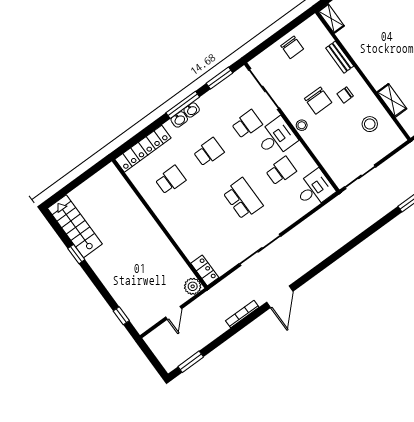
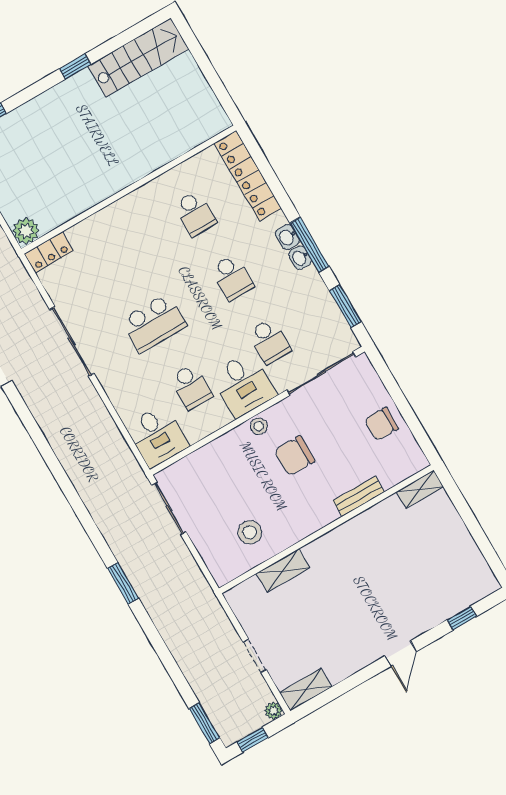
chair: (345, 95) -> (299, 499), removed
window: (76, 254) -> (75, 67), moved

